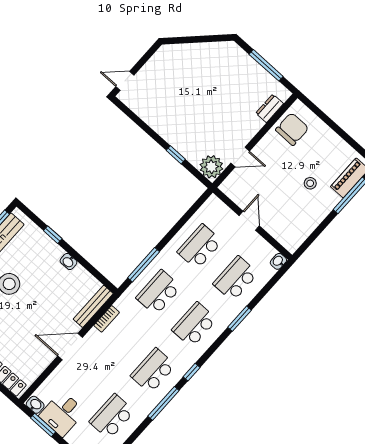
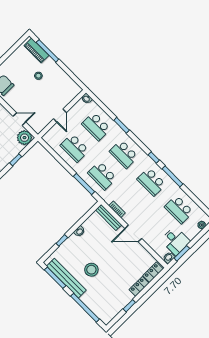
door: (240, 157) -> (19, 119), hinge flipped
door: (249, 221) -> (60, 116), swing flipped
door: (70, 347) -> (133, 233), hinge flipped

